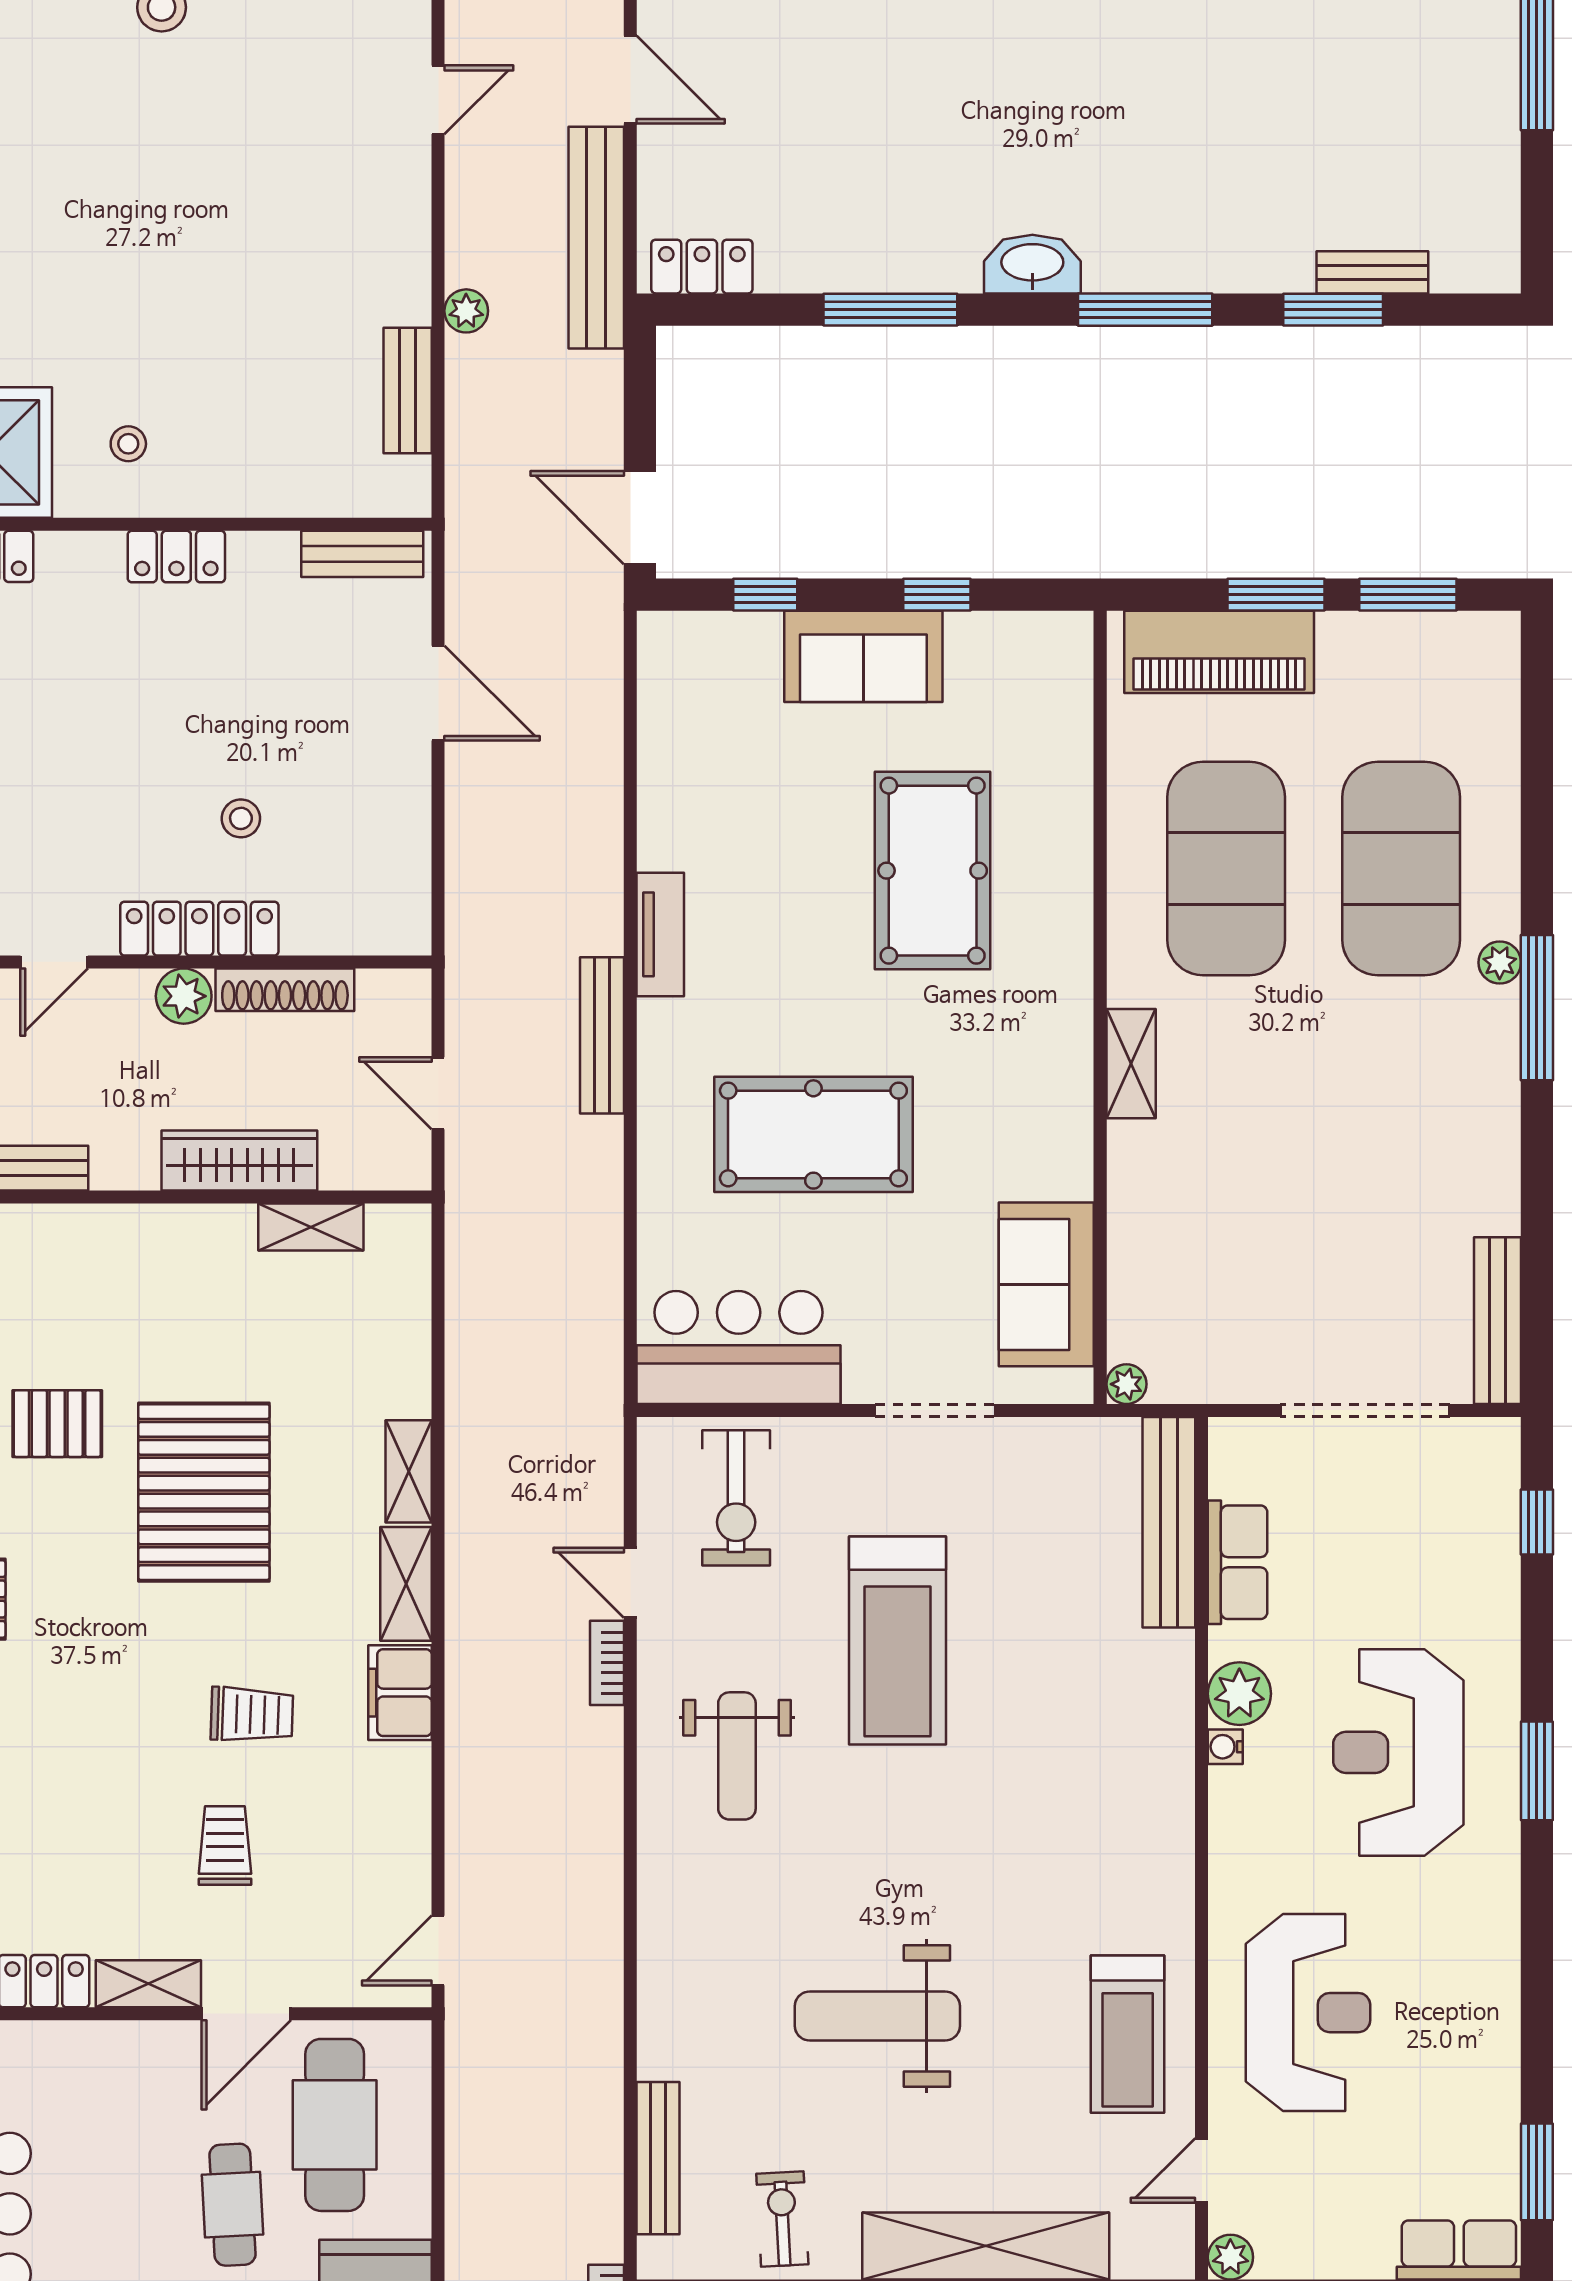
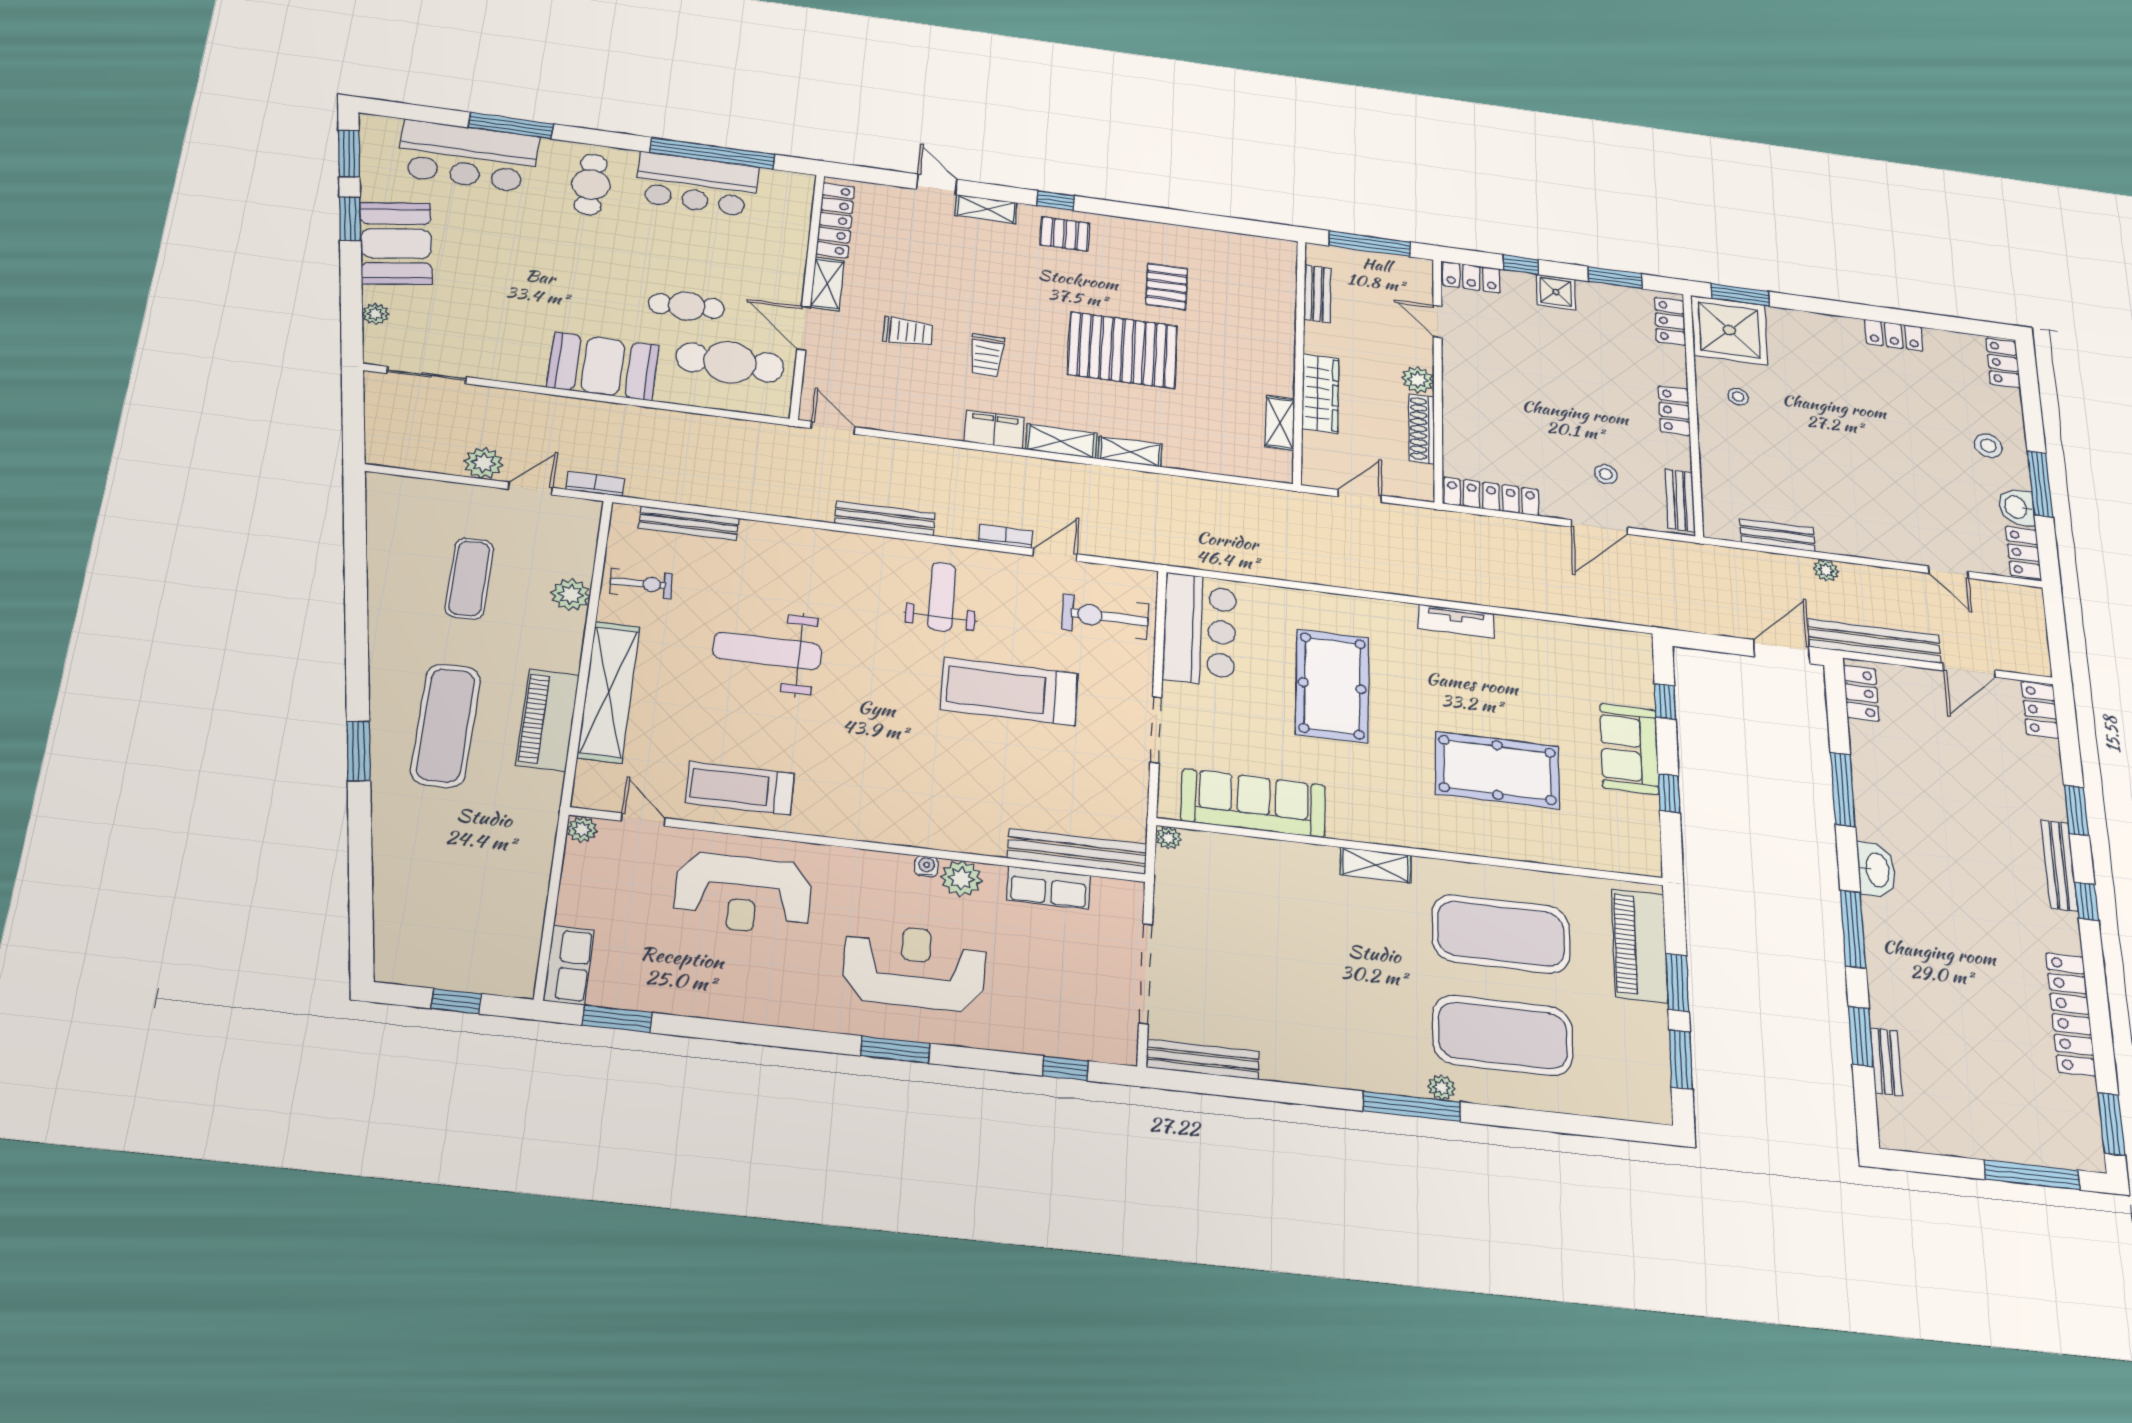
door: (640, 518) -> (1782, 652), moved
stool: (241, 818) -> (1606, 474), moved
locker: (199, 929) -> (1491, 496), moved, turned -90
bench: (602, 1035) -> (885, 519), moved
sofa: (1046, 1284) -> (1253, 803), width x1.36
weight bench: (737, 1756) -> (942, 597), turned 90
weight bench: (877, 2016) -> (767, 651), turned -90

